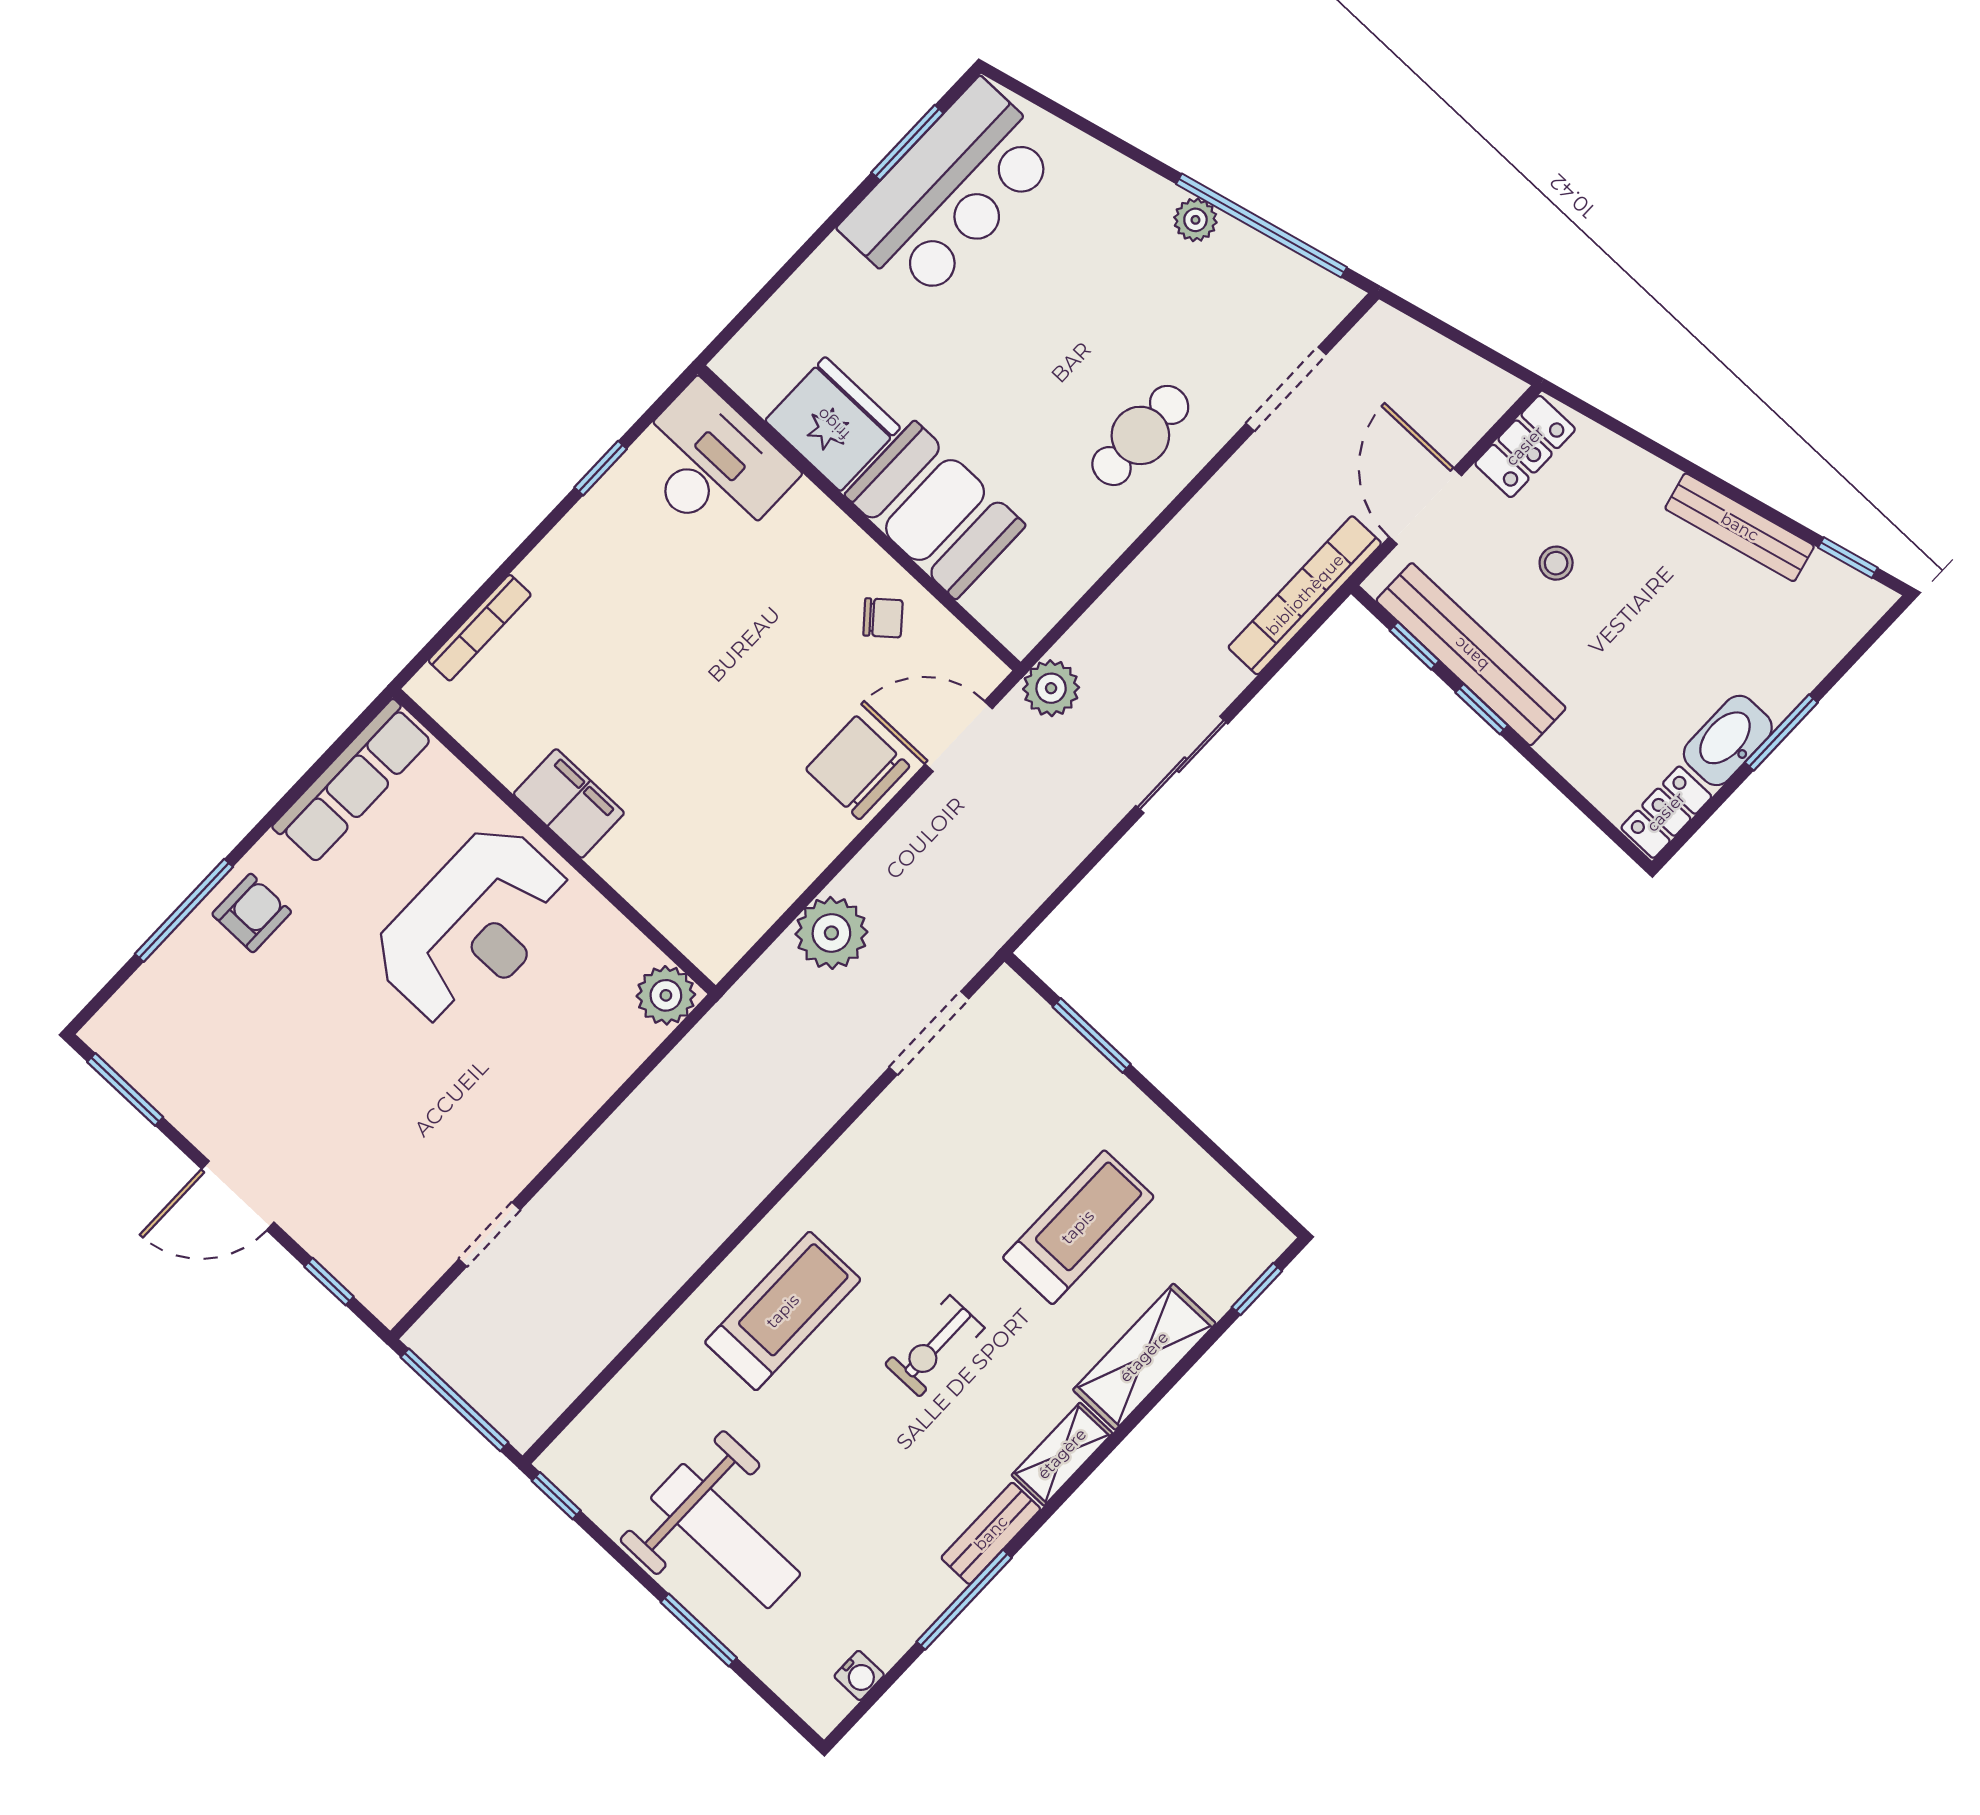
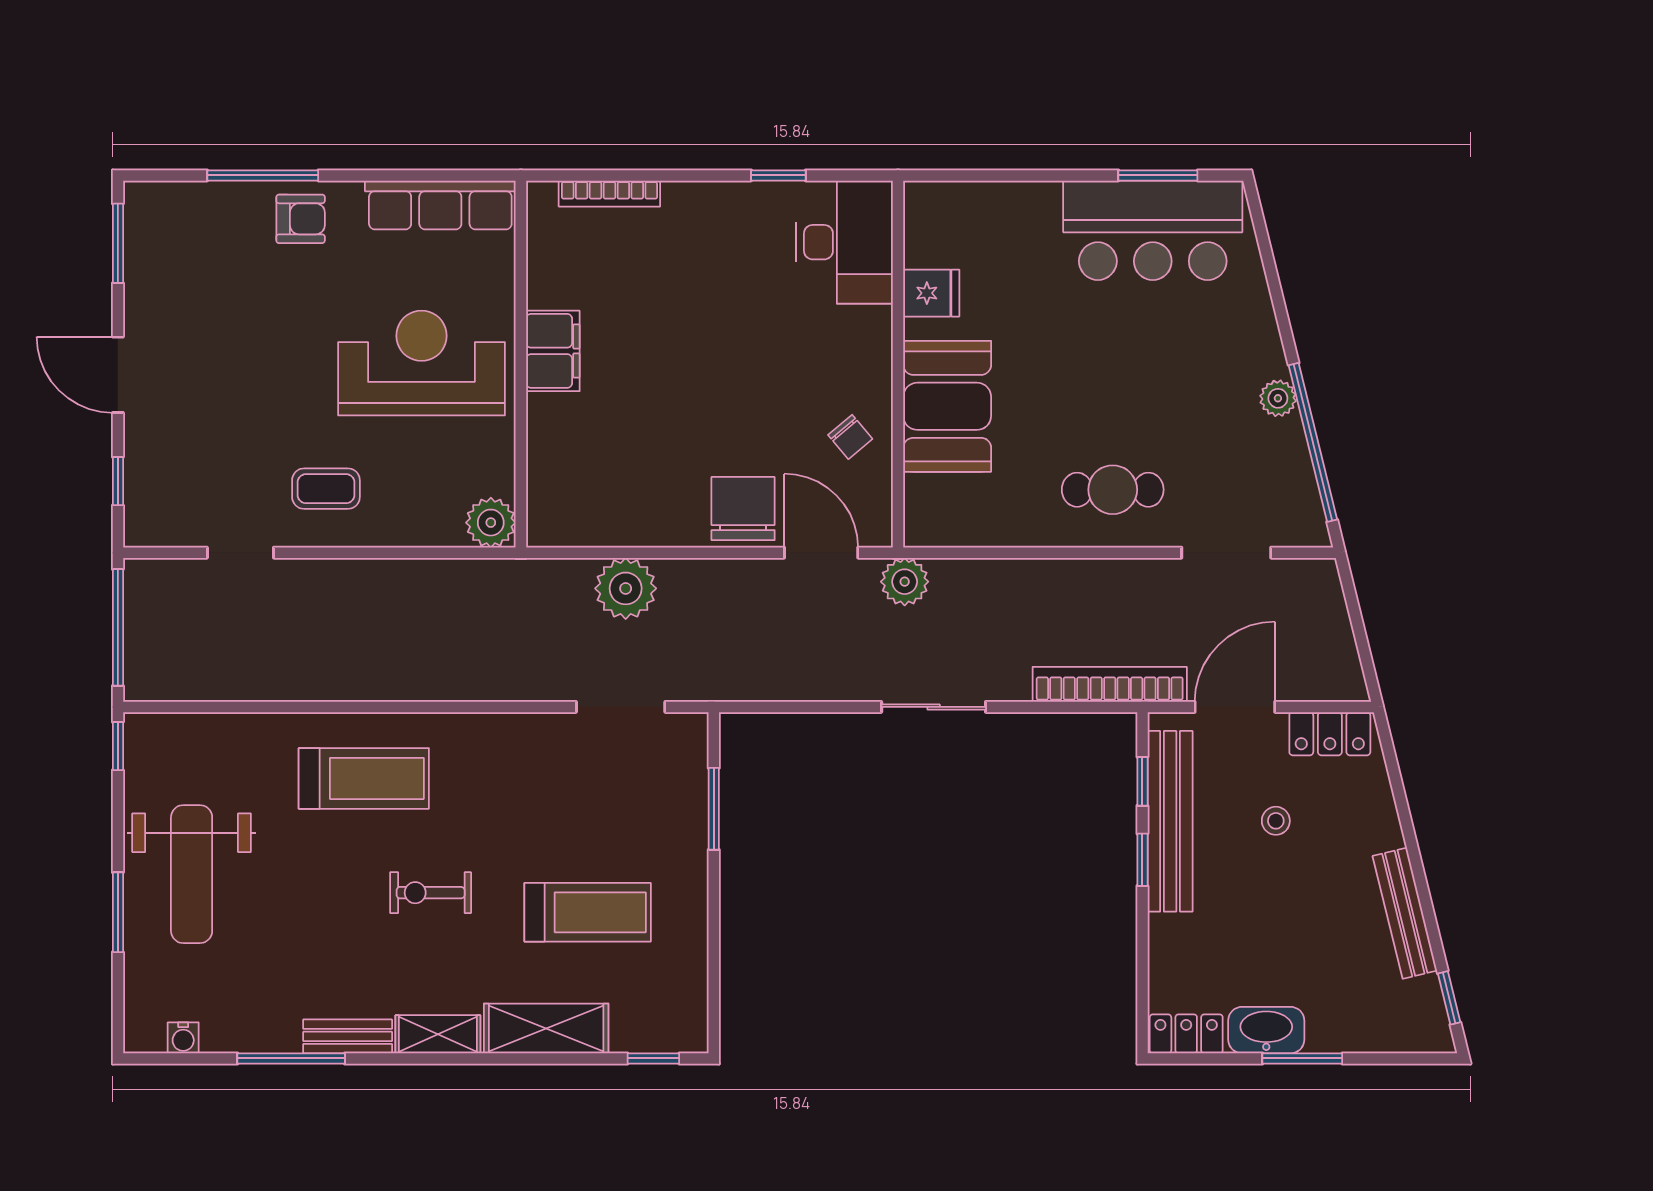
fridge: (833, 424) -> (931, 293), width x0.53, depth x0.75
reception desk: (473, 926) -> (421, 363), turned 180
coffee table: (504, 1109) -> (326, 489), added

